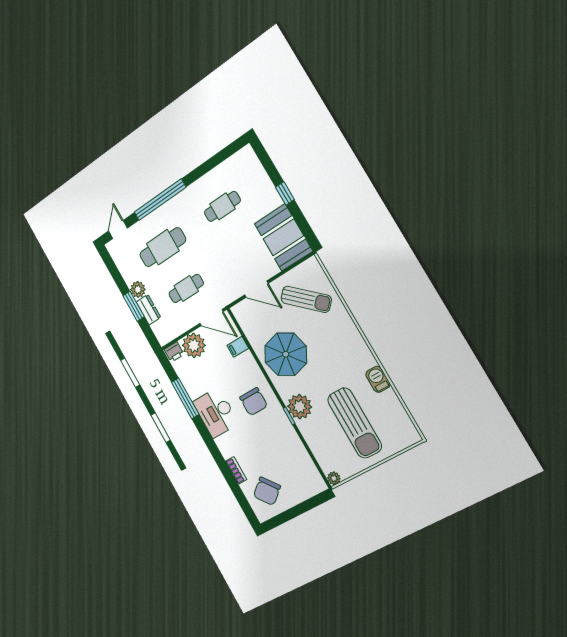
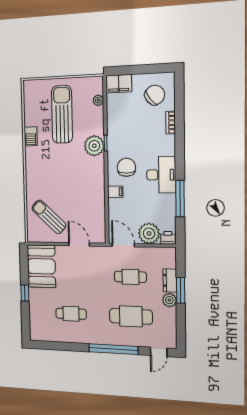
filing cabinet: (238, 347) -> (115, 192), moved
parasol: (286, 354) -> (84, 188), removed
plant: (334, 478) -> (98, 100), moved
filing cabinet: (310, 486) -> (119, 84), added

